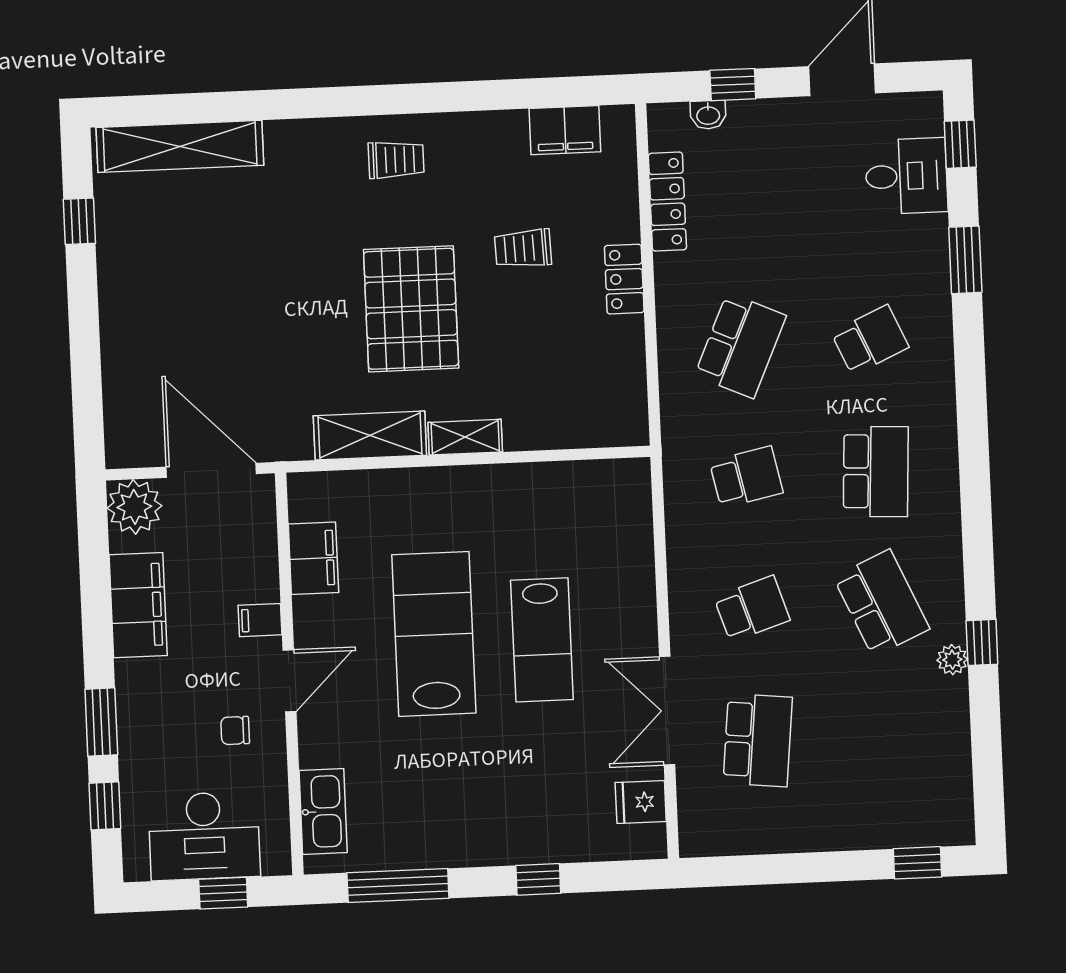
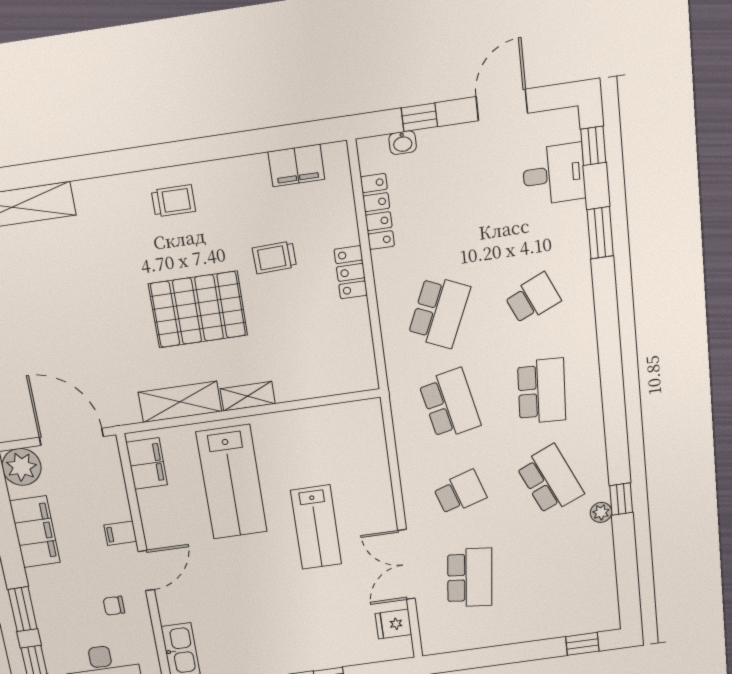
pallet: (411, 309) -> (198, 310), turned 90
school desk: (746, 477) -> (450, 404), width x1.85
filing cabinet: (313, 558) -> (147, 464), moved
lab bench: (434, 634) -> (232, 482), moved, turned 180

